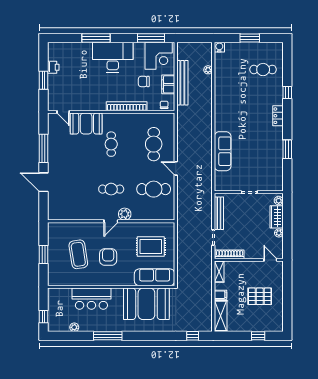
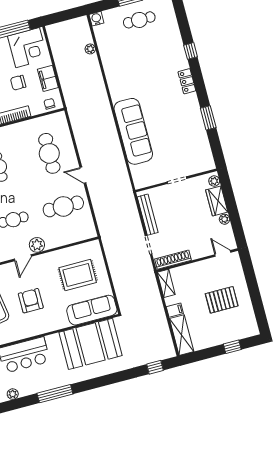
cafe table: (263, 70) -> (139, 20), moved
bench: (182, 83) -> (64, 72), removed
sofa: (223, 151) -> (133, 131), width x1.36, depth x1.27

